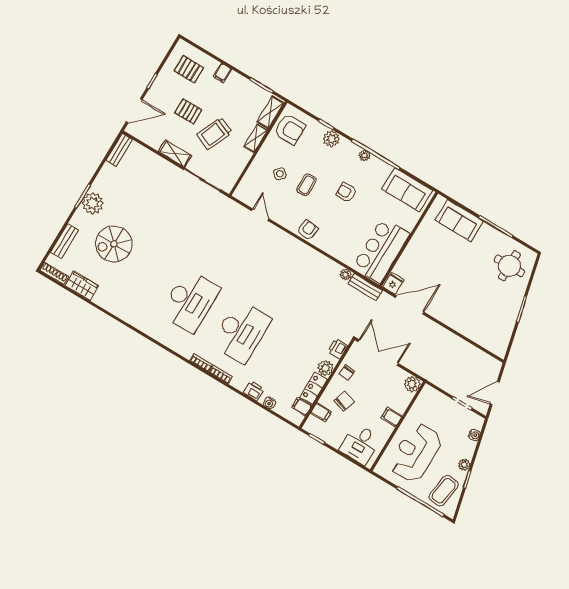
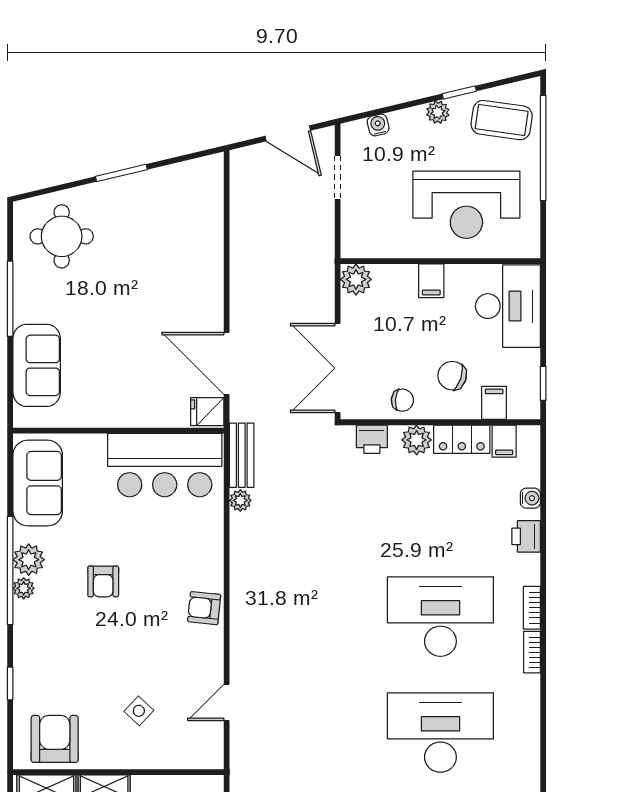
plant: (332, 139) -> (29, 560), moved
coffee table: (307, 185) -> (130, 655), removed
desk: (360, 444) -> (508, 306), width x1.37

